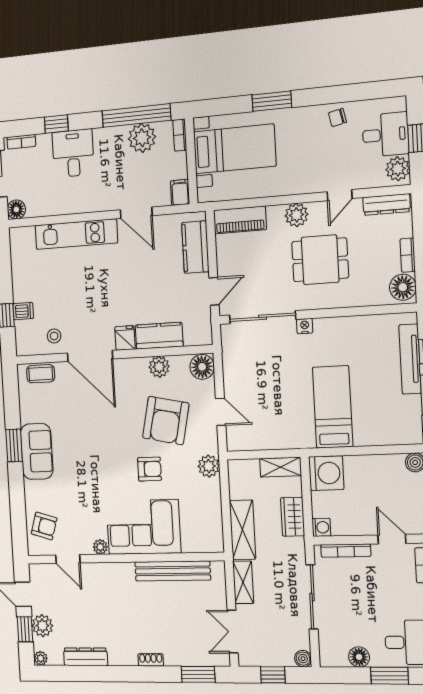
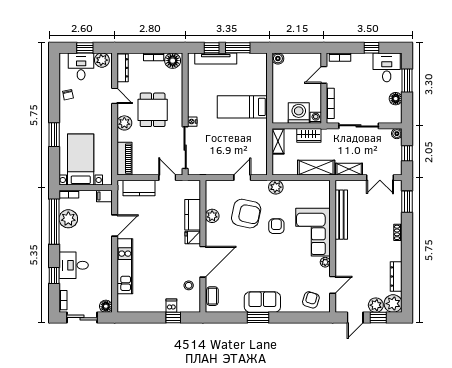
floor lamp: (202, 367) -> (214, 188), removed
washing machine: (326, 473) -> (299, 113), moved
plant: (41, 658) -> (393, 304), width x1.88, depth x1.88

